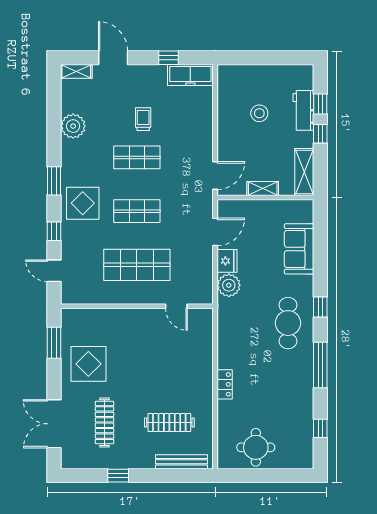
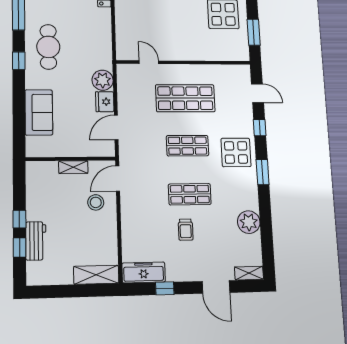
stool: (259, 113) -> (96, 202), moved
shelving: (304, 172) -> (96, 275), moved, turned 90

